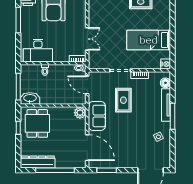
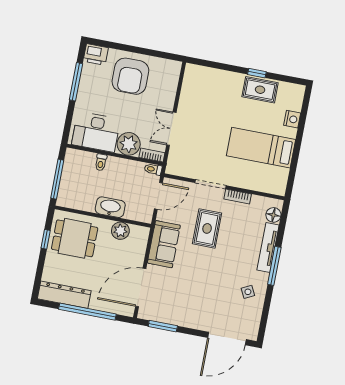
double door: (87, 39) -> (171, 129), swing flipped
plant: (61, 54) -> (129, 144), added
nightstand: (166, 64) -> (292, 119), moved
door: (87, 85) -> (158, 196), swing flipped
washbasin: (30, 98) -> (110, 207), moved
plant: (80, 113) -> (120, 231), moved
dining table: (37, 123) -> (75, 238), turned 90
door: (87, 148) -> (141, 288), swing flipped

